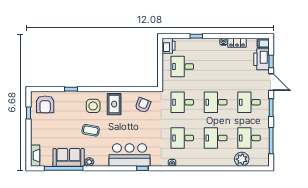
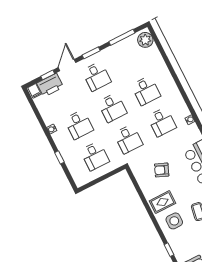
locker: (237, 43) -> (46, 116), removed
printer: (169, 46) -> (82, 179), removed
armchair: (143, 105) -> (162, 170), moved
desk: (249, 138) -> (79, 125), moved
plant: (242, 159) -> (145, 40), moved

